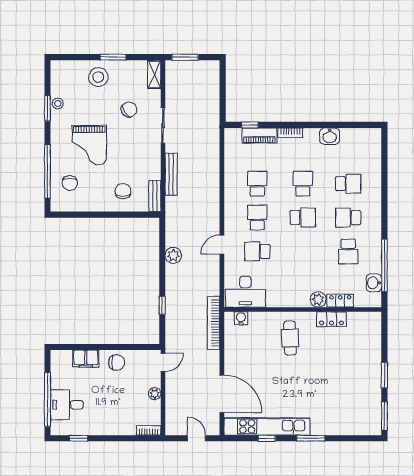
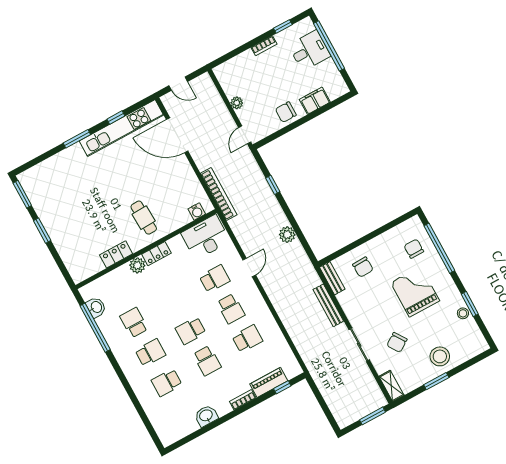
school desk: (257, 184) -> (247, 339), turned -90
locker: (340, 301) -> (156, 254), moved
bookcase: (149, 430) -> (264, 46), moved

